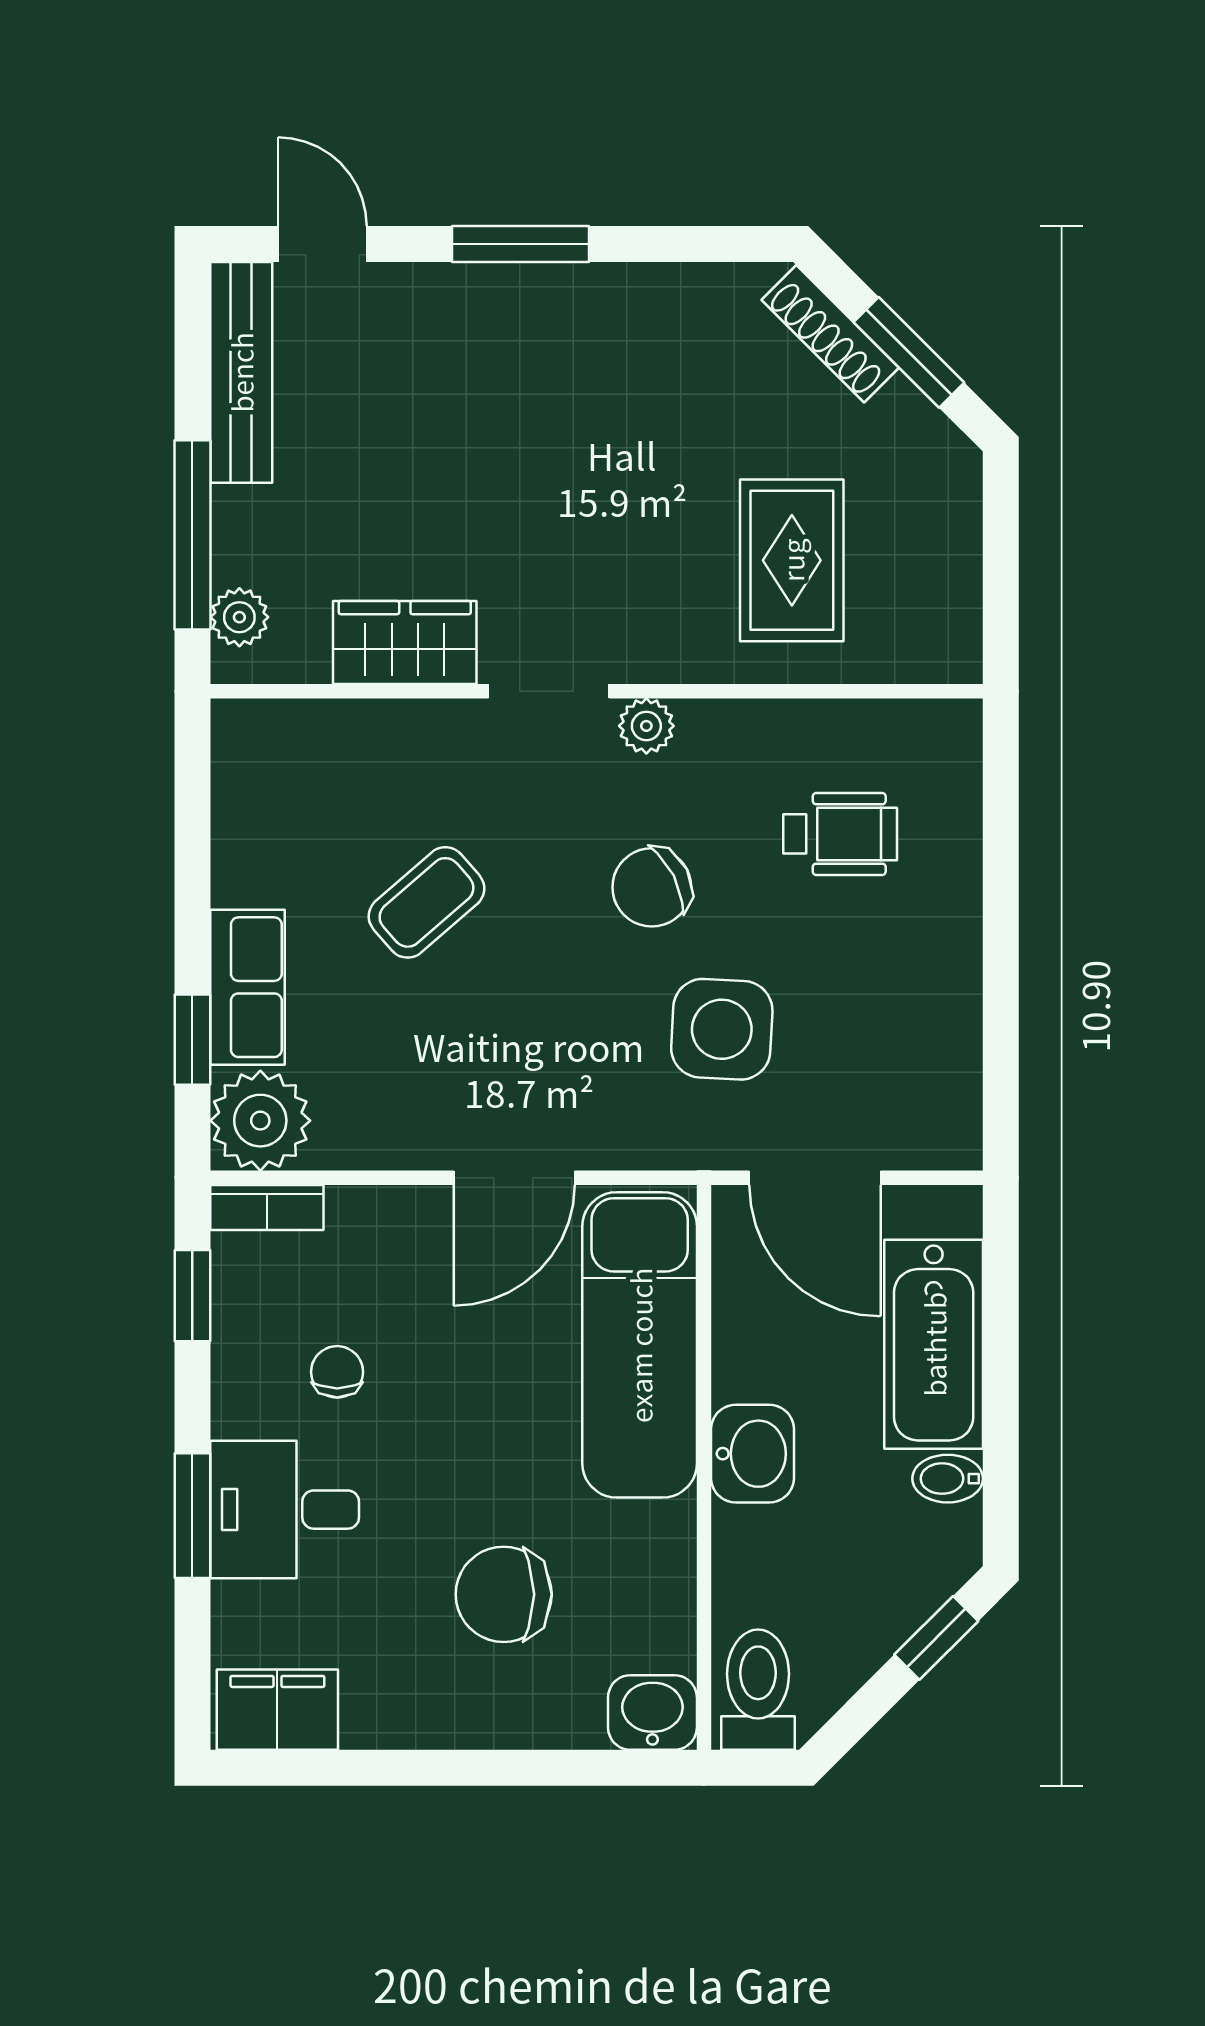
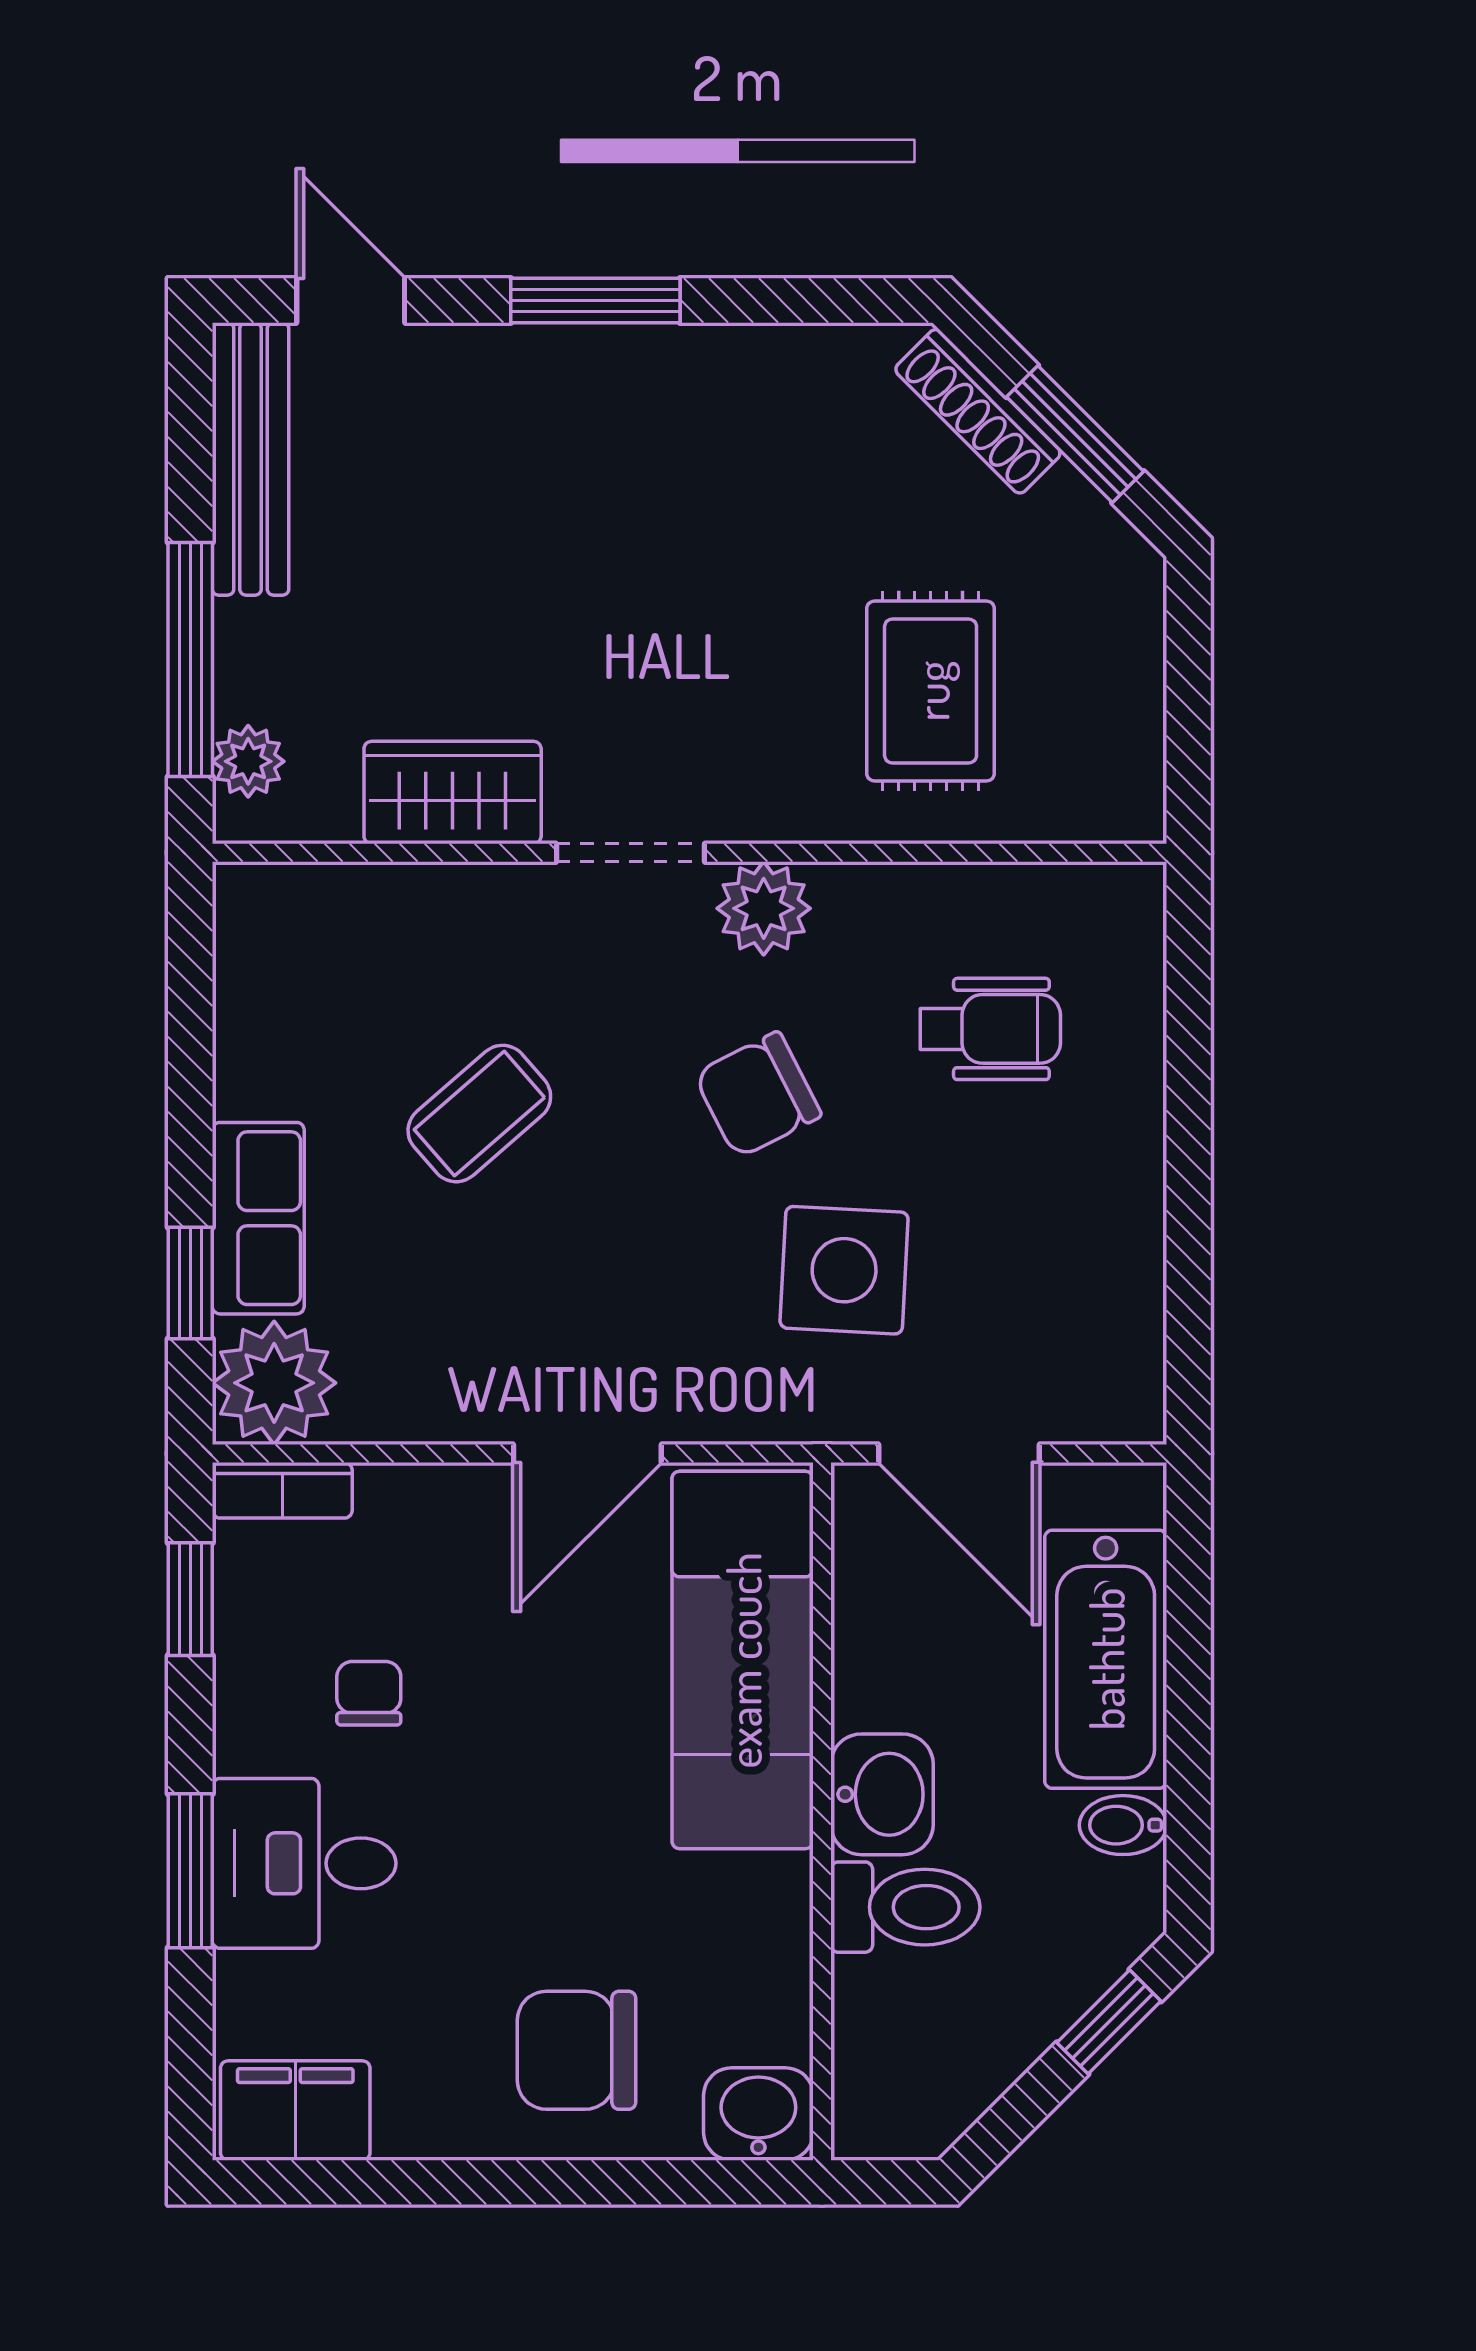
plant: (646, 726) -> (764, 908), width x1.38, depth x1.38
chair: (504, 1594) -> (576, 2050), moved
toilet: (758, 1690) -> (905, 1907), moved, turned 90

